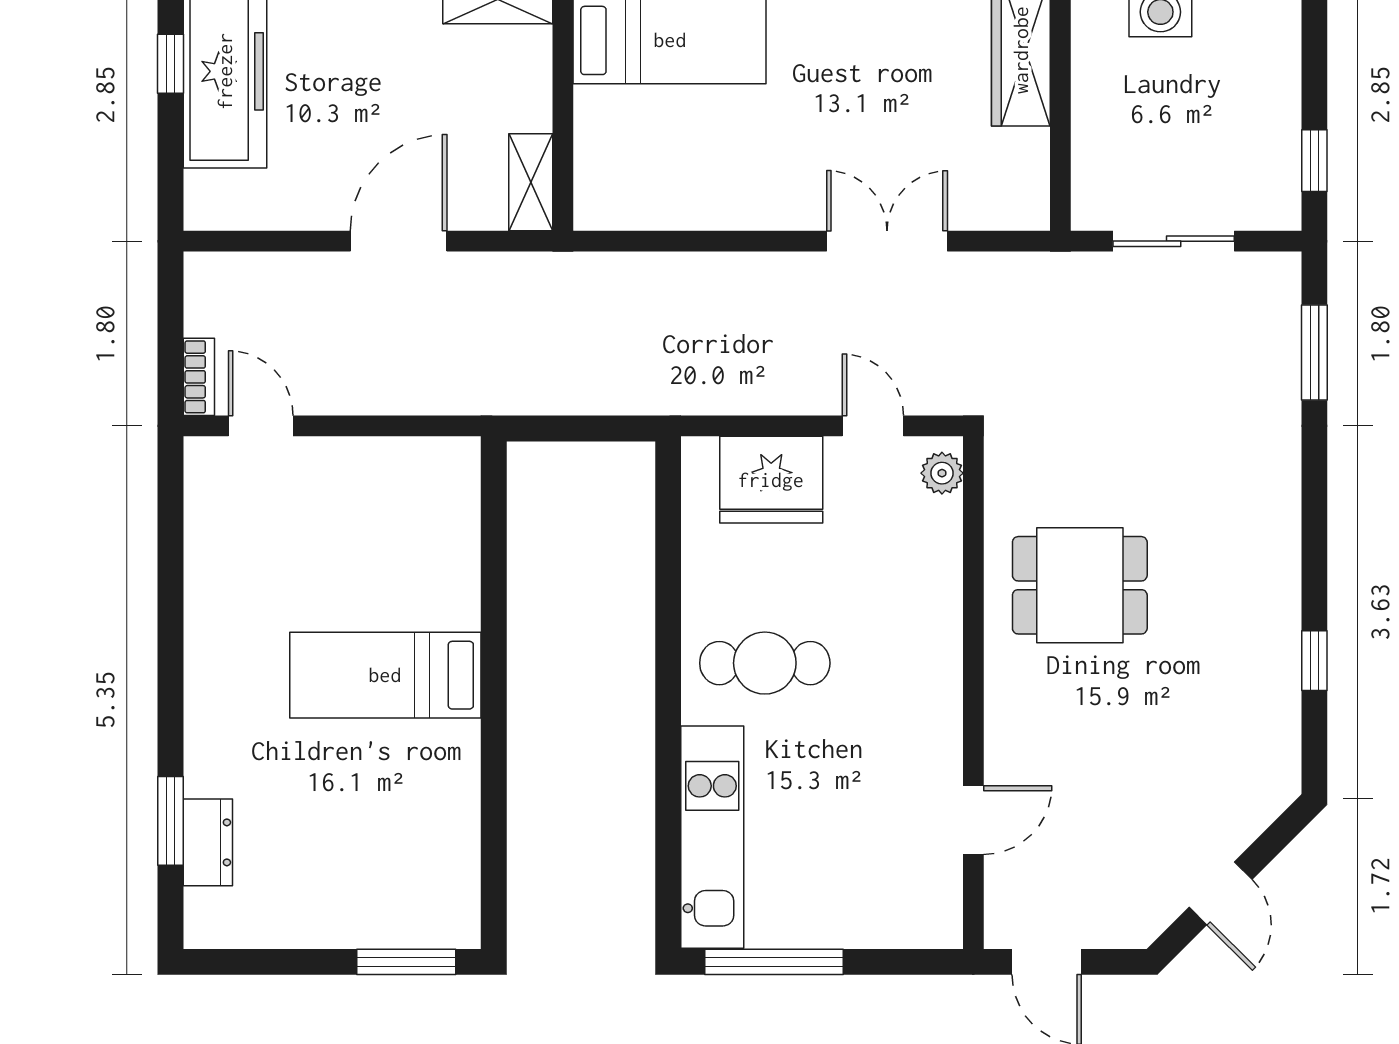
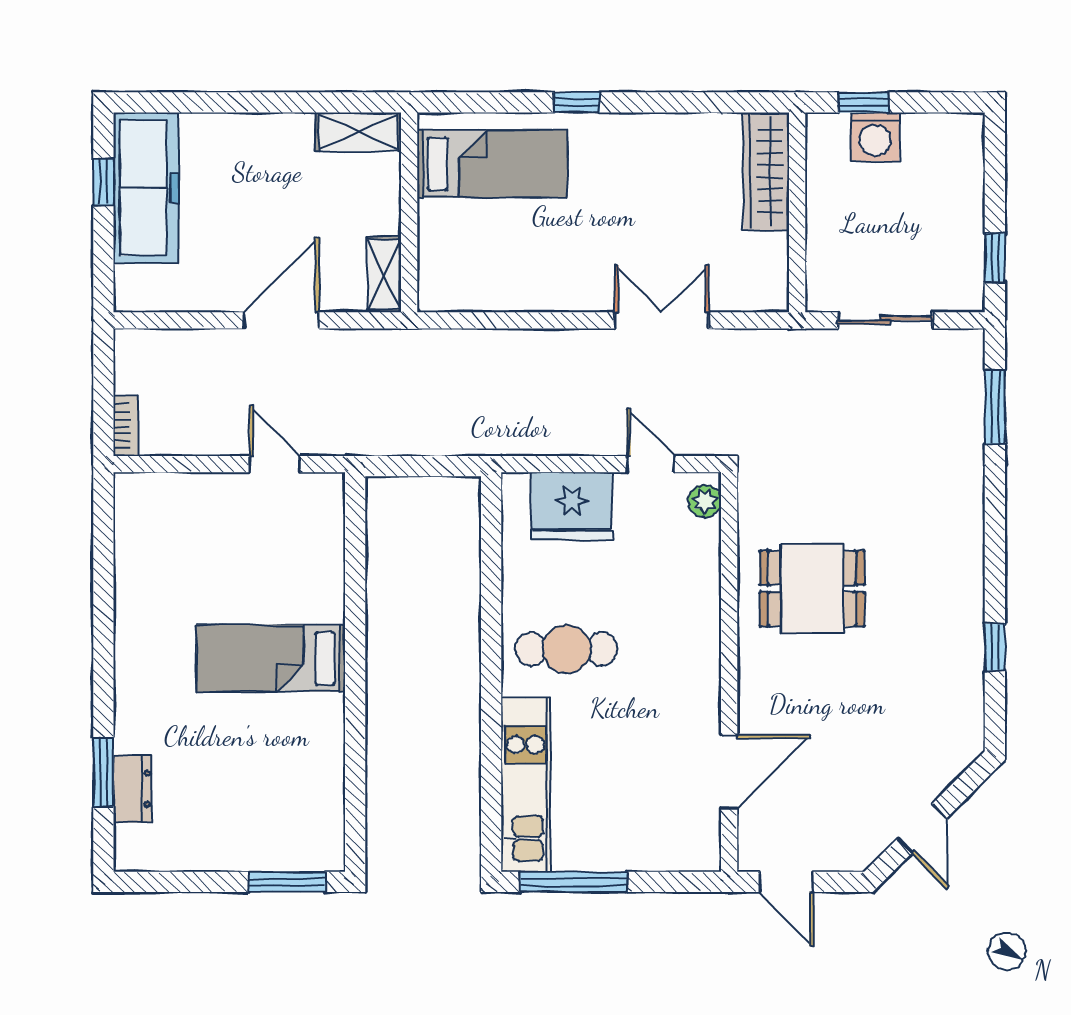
door: (261, 426) -> (275, 464), moved
door: (973, 820) -> (729, 771), width x1.38

